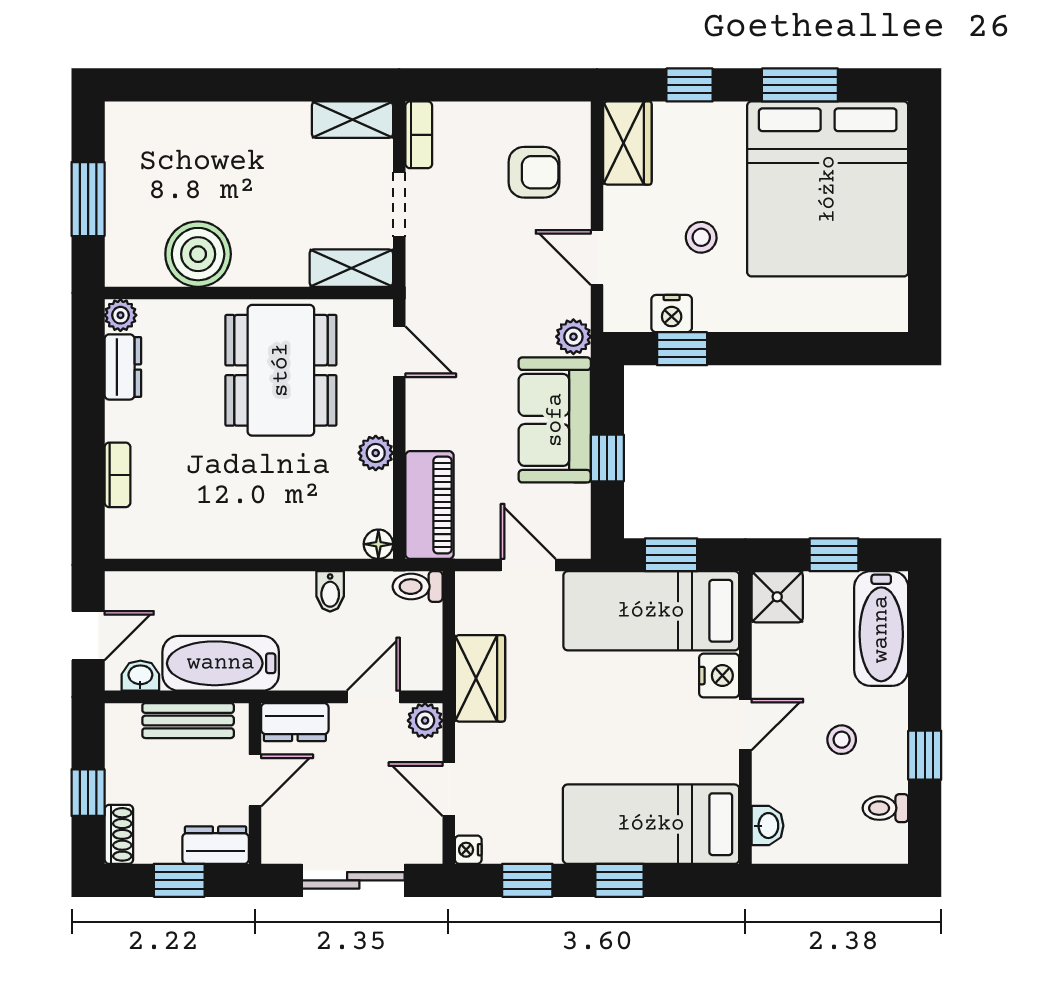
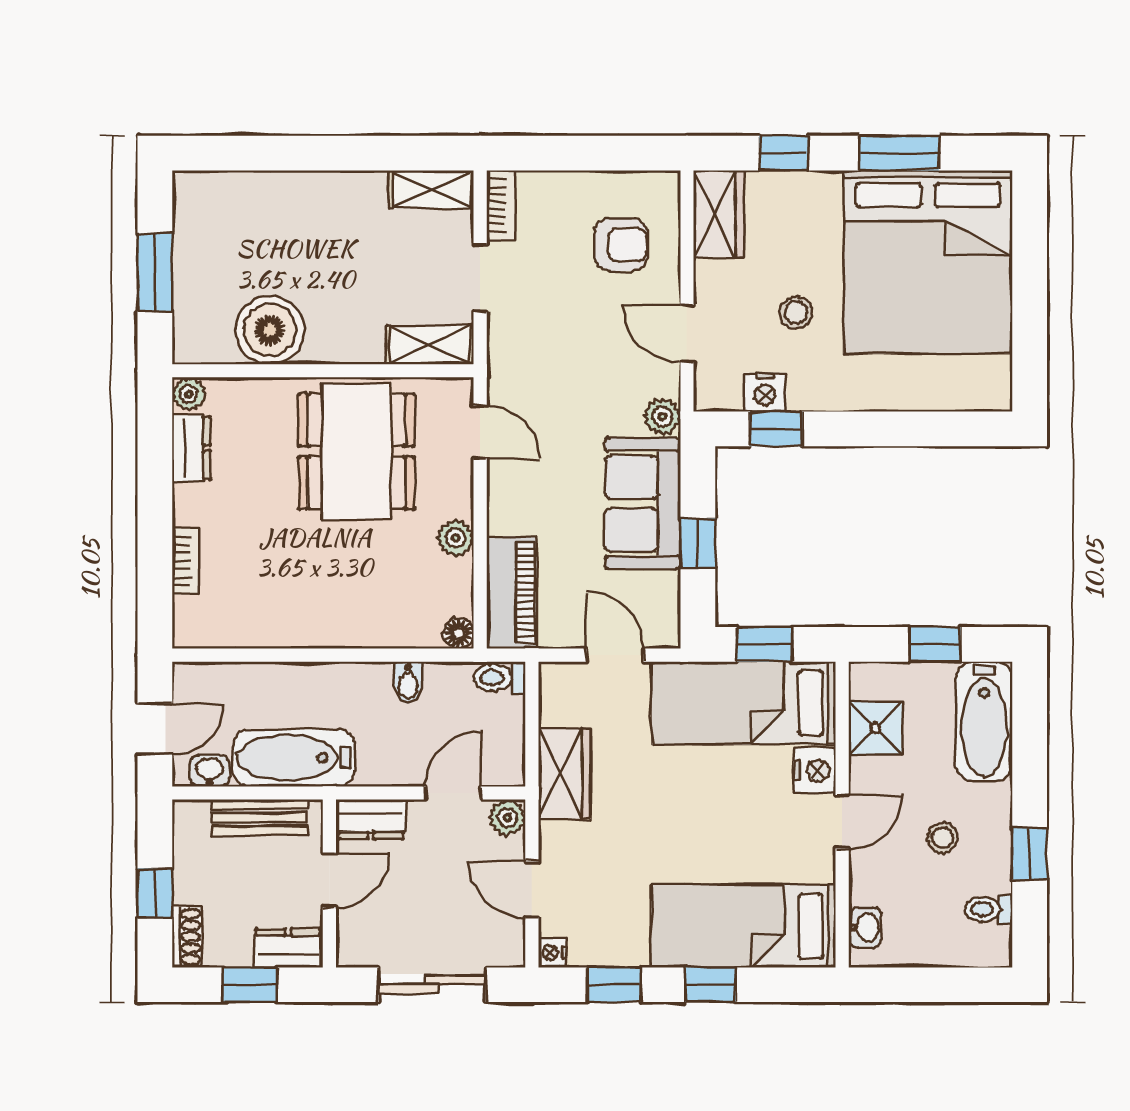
shower: (777, 597) -> (875, 728), moved

